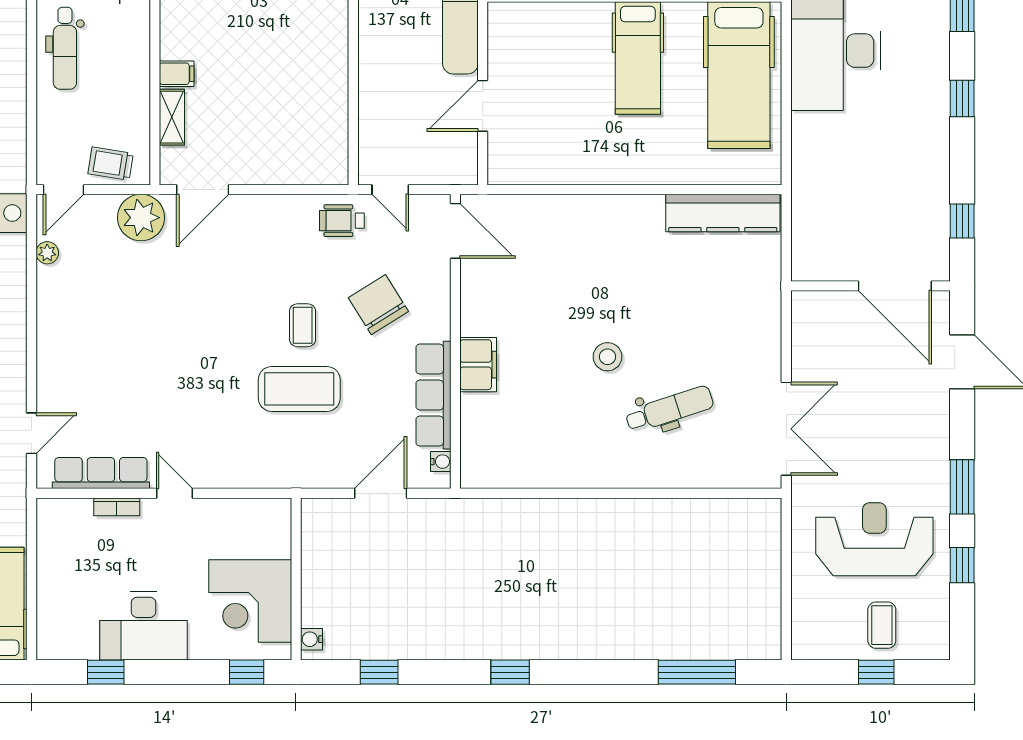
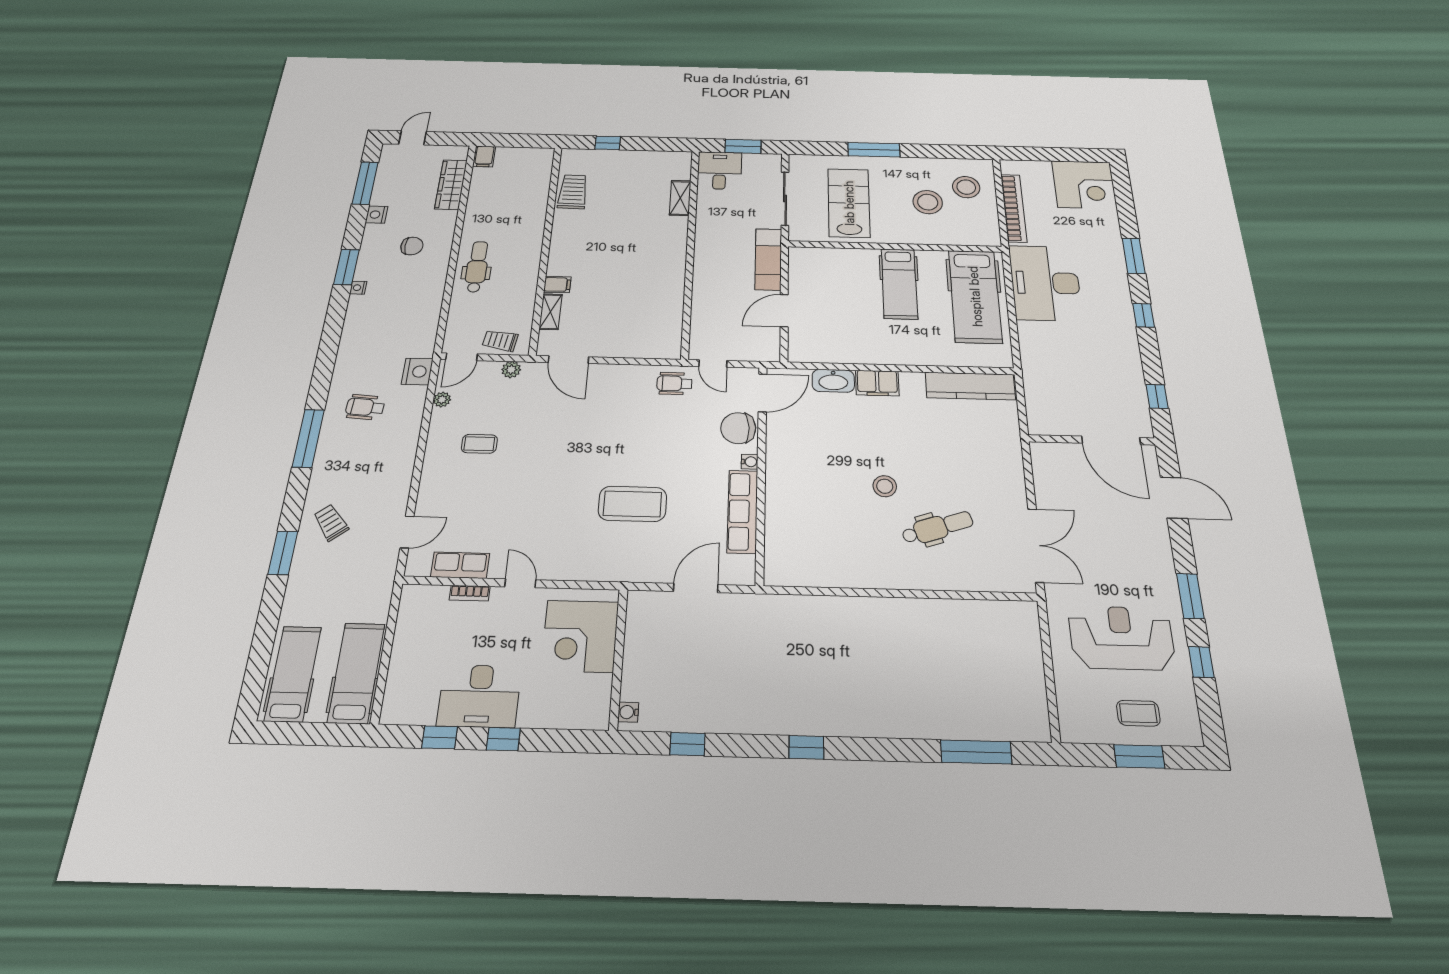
dental chair: (65, 48) -> (477, 267), turned 180
door: (203, 190) -> (568, 360), hinge flipped
washbasin: (546, 211) -> (833, 381), added
plant: (141, 218) -> (511, 370), width x0.53, depth x0.53
door: (455, 231) -> (763, 393), hinge flipped
chair: (378, 305) -> (738, 428), moved, turned -61
coffee table: (303, 325) -> (479, 444), moved, turned 90
filing cabinet: (478, 365) -> (877, 383), moved, turned 90
water cooler: (441, 462) -> (750, 462), moved
row of seats: (101, 473) -> (460, 565), width x0.68
corner desk: (250, 601) -> (580, 636), moved
coffee table: (882, 625) -> (1138, 713), turned 90
window: (247, 672) -> (503, 739), moved
window: (876, 672) -> (1139, 756), width x1.50

